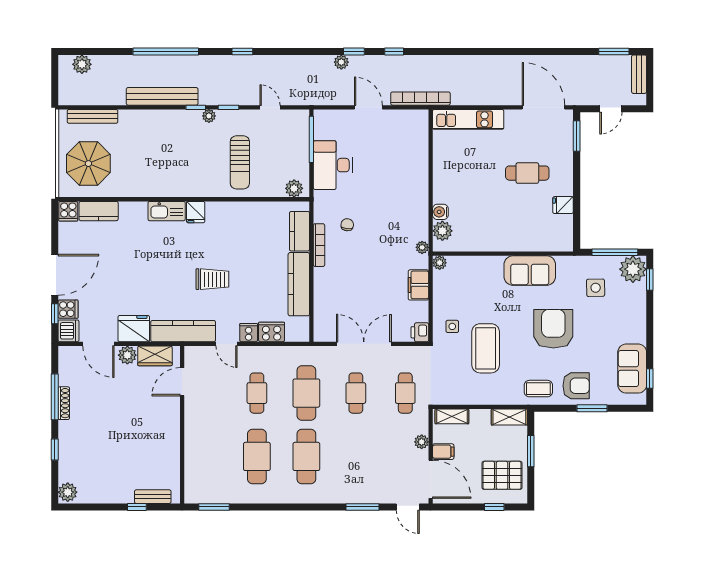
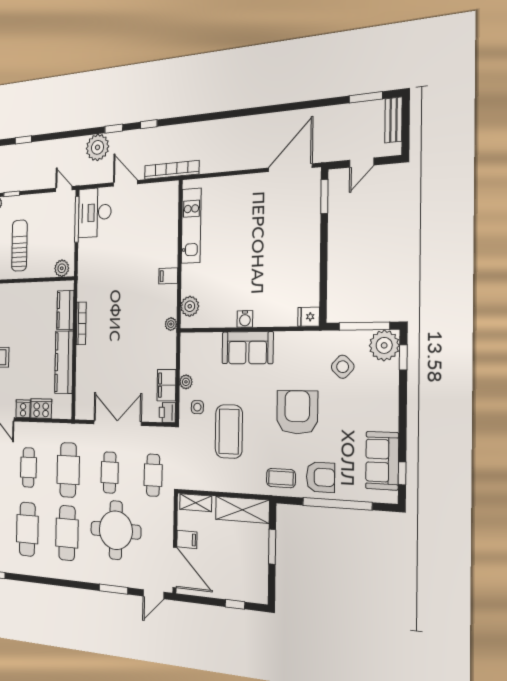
plant: (341, 62) -> (98, 147), width x1.88, depth x1.88
door: (270, 107) -> (64, 189), moved
door: (543, 107) -> (290, 168), hinge flipped
kitchen unit: (468, 119) -> (191, 226), moved, turned -90
sun lounger: (240, 162) -> (19, 246), turned 180
desk: (333, 165) -> (95, 213), moved
cafe table: (527, 173) -> (273, 241), removed
filing cabinet: (418, 201) -> (168, 276), added
fridge: (563, 205) -> (309, 317), moved
water cooler: (440, 212) -> (245, 319), moved, turned -90
chair: (347, 225) -> (105, 302), removed
plant: (440, 263) -> (186, 382), moved
sofa: (530, 271) -> (248, 348), moved
filing cabinet: (418, 285) -> (166, 385), moved
side table: (596, 288) -> (343, 367), turned 45
window: (592, 408) -> (337, 504), width x2.11
shelving: (509, 417) -> (242, 510), width x1.50, depth x1.33
plant: (422, 442) -> (167, 527), removed
round table: (364, 449) -> (116, 530), added
pallet: (502, 475) -> (243, 571), removed
door: (408, 507) -> (153, 594), hinge flipped

